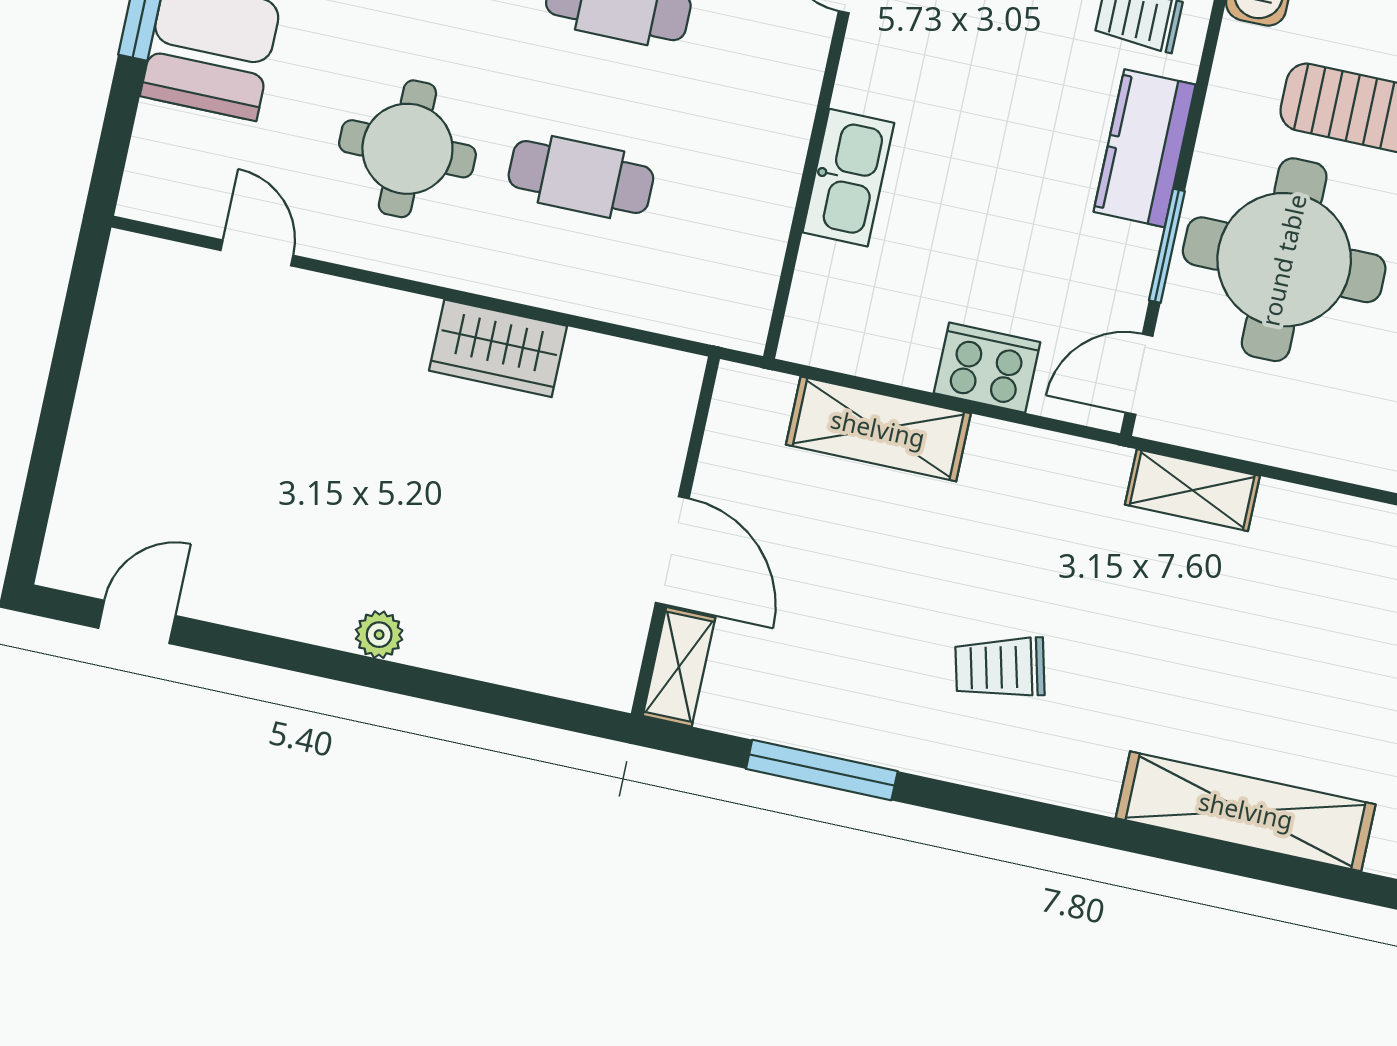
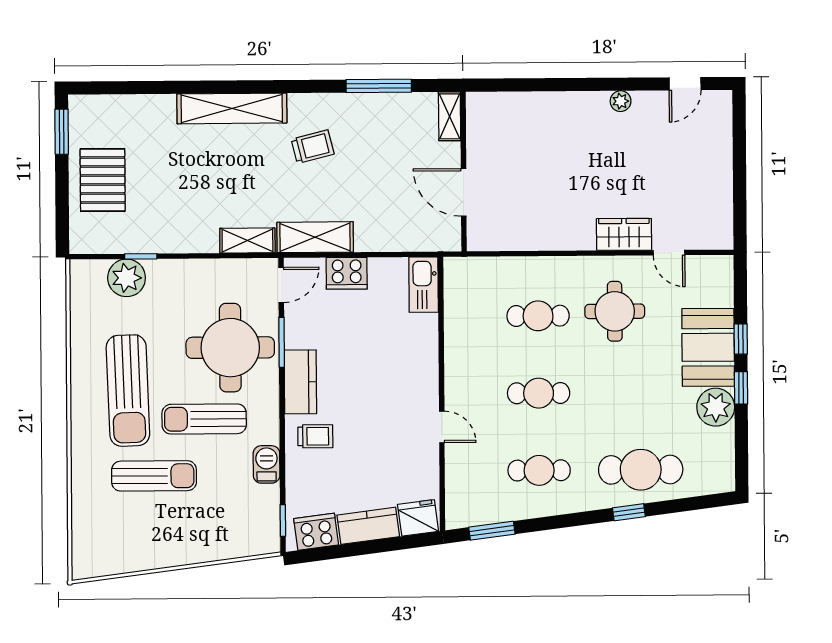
kitchen sink: (848, 178) -> (424, 285), moved
wardrobe: (498, 348) -> (624, 234), moved
shelving: (878, 429) -> (315, 237), moved
door: (672, 551) -> (464, 192), moved
plant: (379, 635) -> (621, 101), moved
shelving: (1246, 811) -> (232, 108), moved

